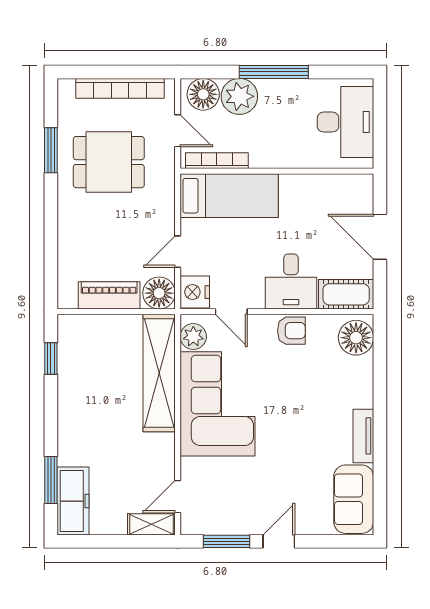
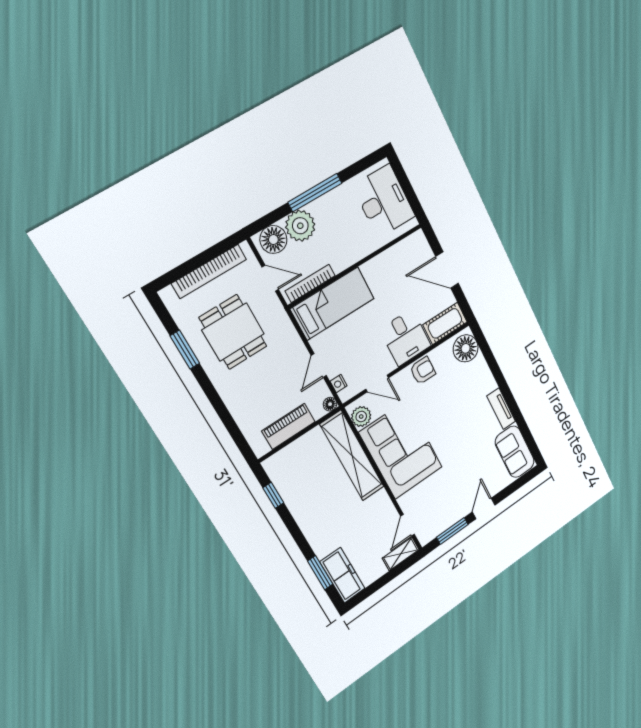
dining table: (109, 162) -> (233, 332), turned 90
nightstand: (195, 292) -> (339, 384), width x0.53, depth x0.56
floor lamp: (159, 293) -> (330, 404), width x0.53, depth x0.53

